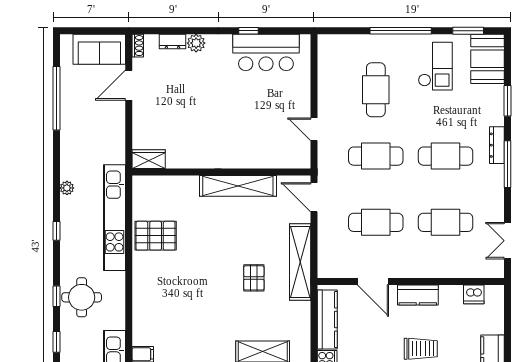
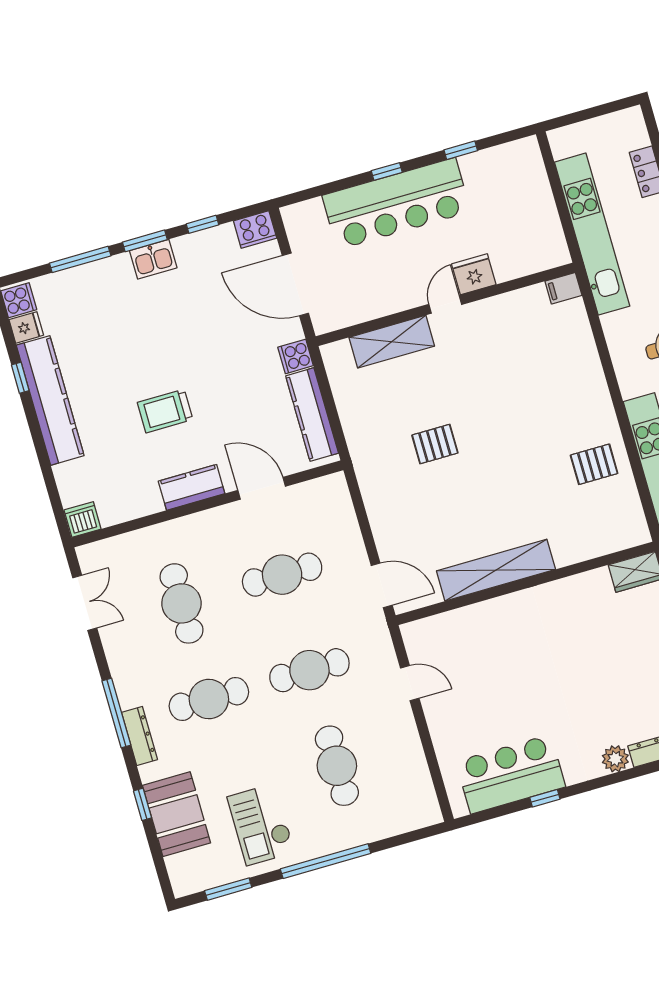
booth: (487, 59) -> (177, 814), moved
window: (507, 101) -> (143, 804), width x0.67
cafe table: (446, 222) -> (181, 603), turned 90
pallet: (156, 236) -> (594, 464), width x0.67, depth x0.71
shelving: (300, 262) -> (375, 486), removed
pallet: (254, 278) -> (435, 444), turned 90
dishwasher: (474, 294) -> (83, 520), moved

